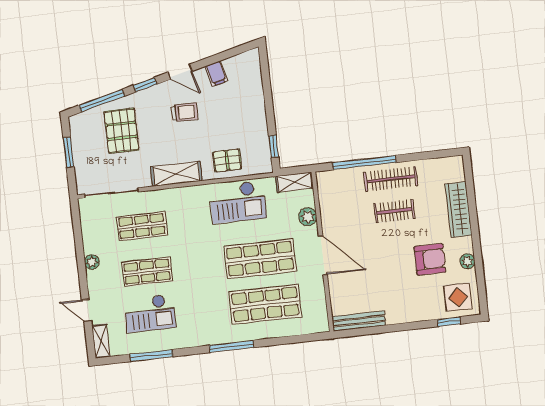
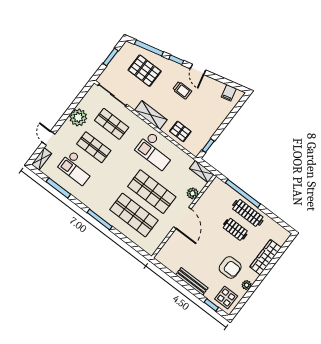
filing cabinet: (216, 74) -> (229, 93), moved
pallet: (121, 131) -> (145, 71), turned 90
checkout: (238, 202) -> (156, 151), moved
plant: (92, 262) -> (78, 117), width x1.88, depth x1.88
bench: (359, 321) -> (192, 281), moved

